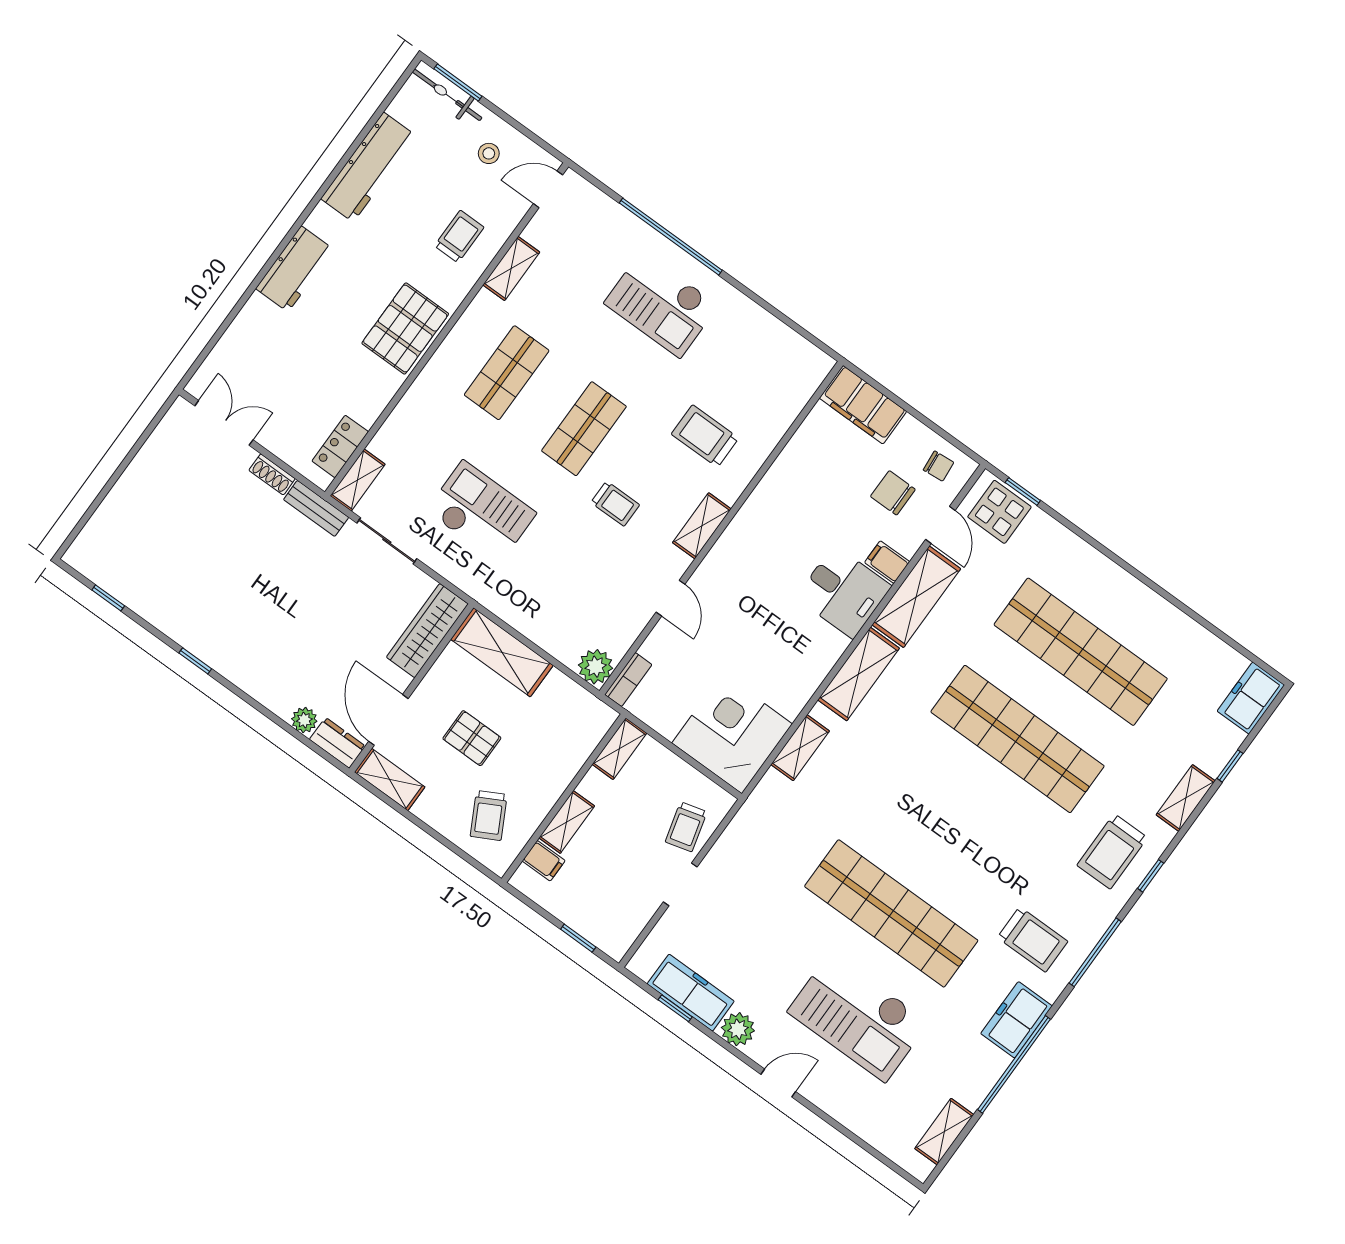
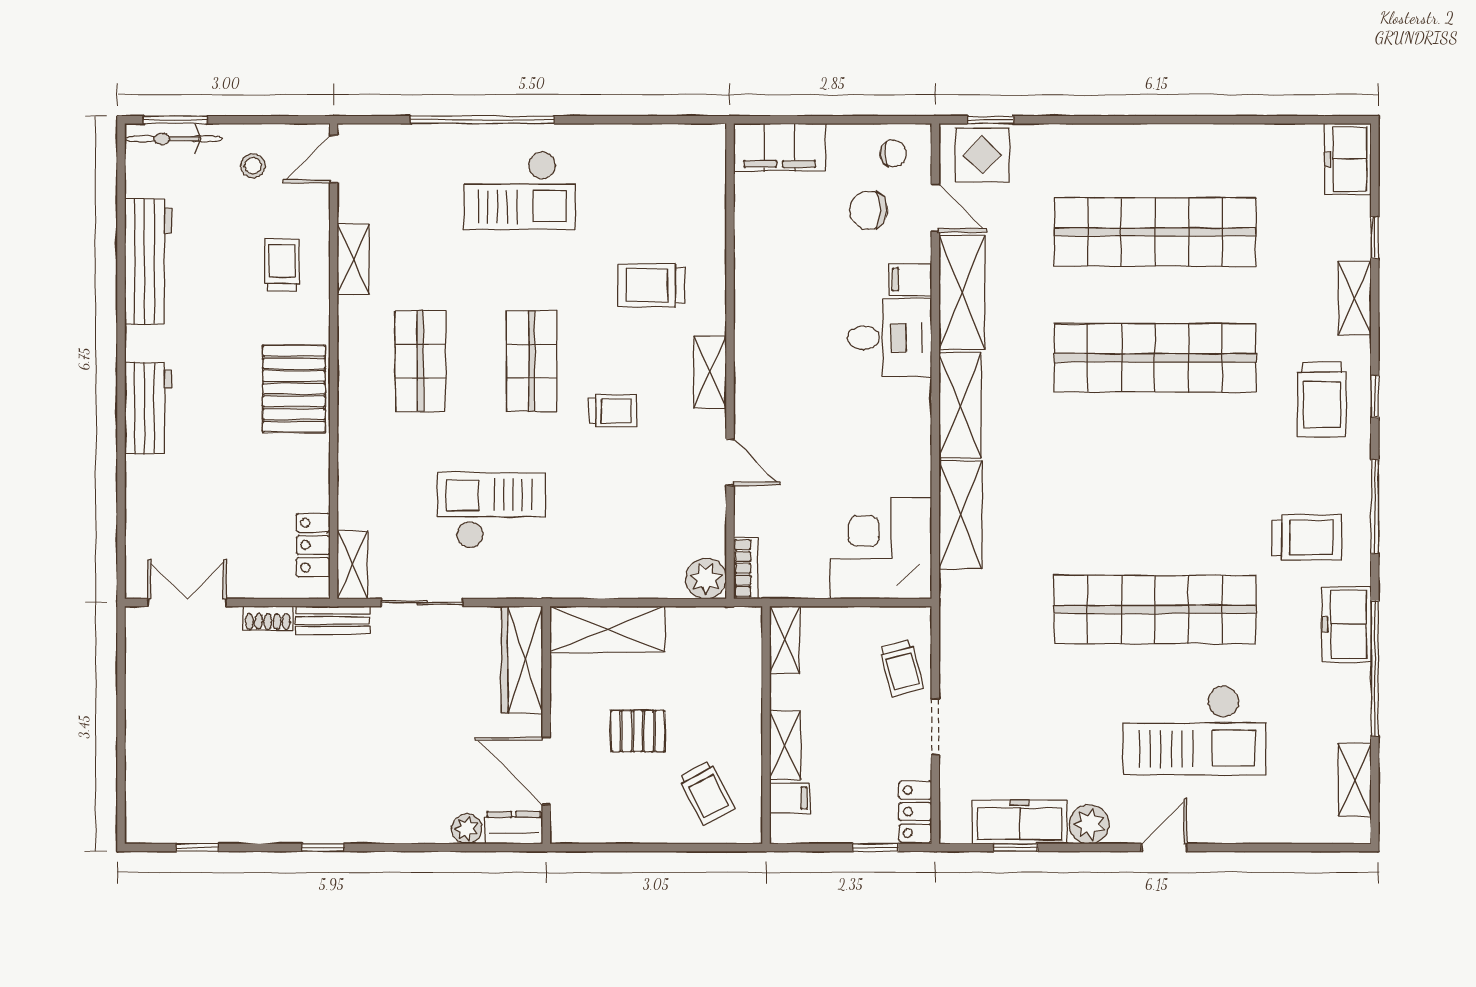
shelving: (800, 748) -> (961, 515), width x1.50, depth x1.33
shelving: (390, 780) -> (588, 827), removed
locker: (624, 933) -> (915, 812), added

